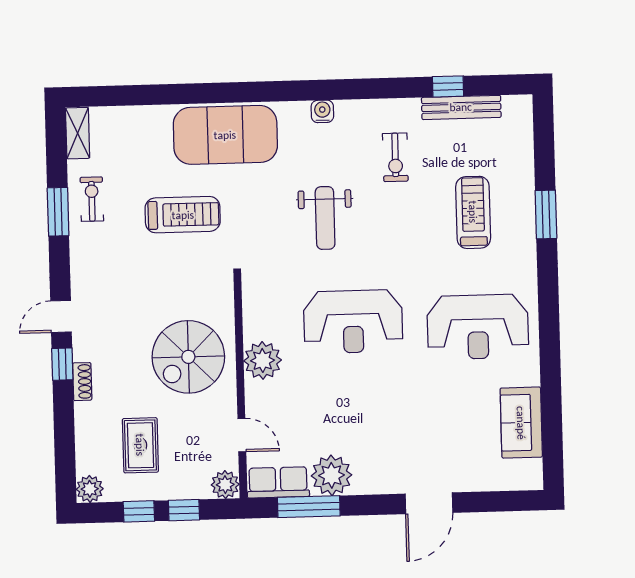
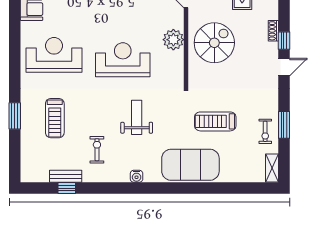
bench: (461, 107) -> (66, 176), width x0.73

